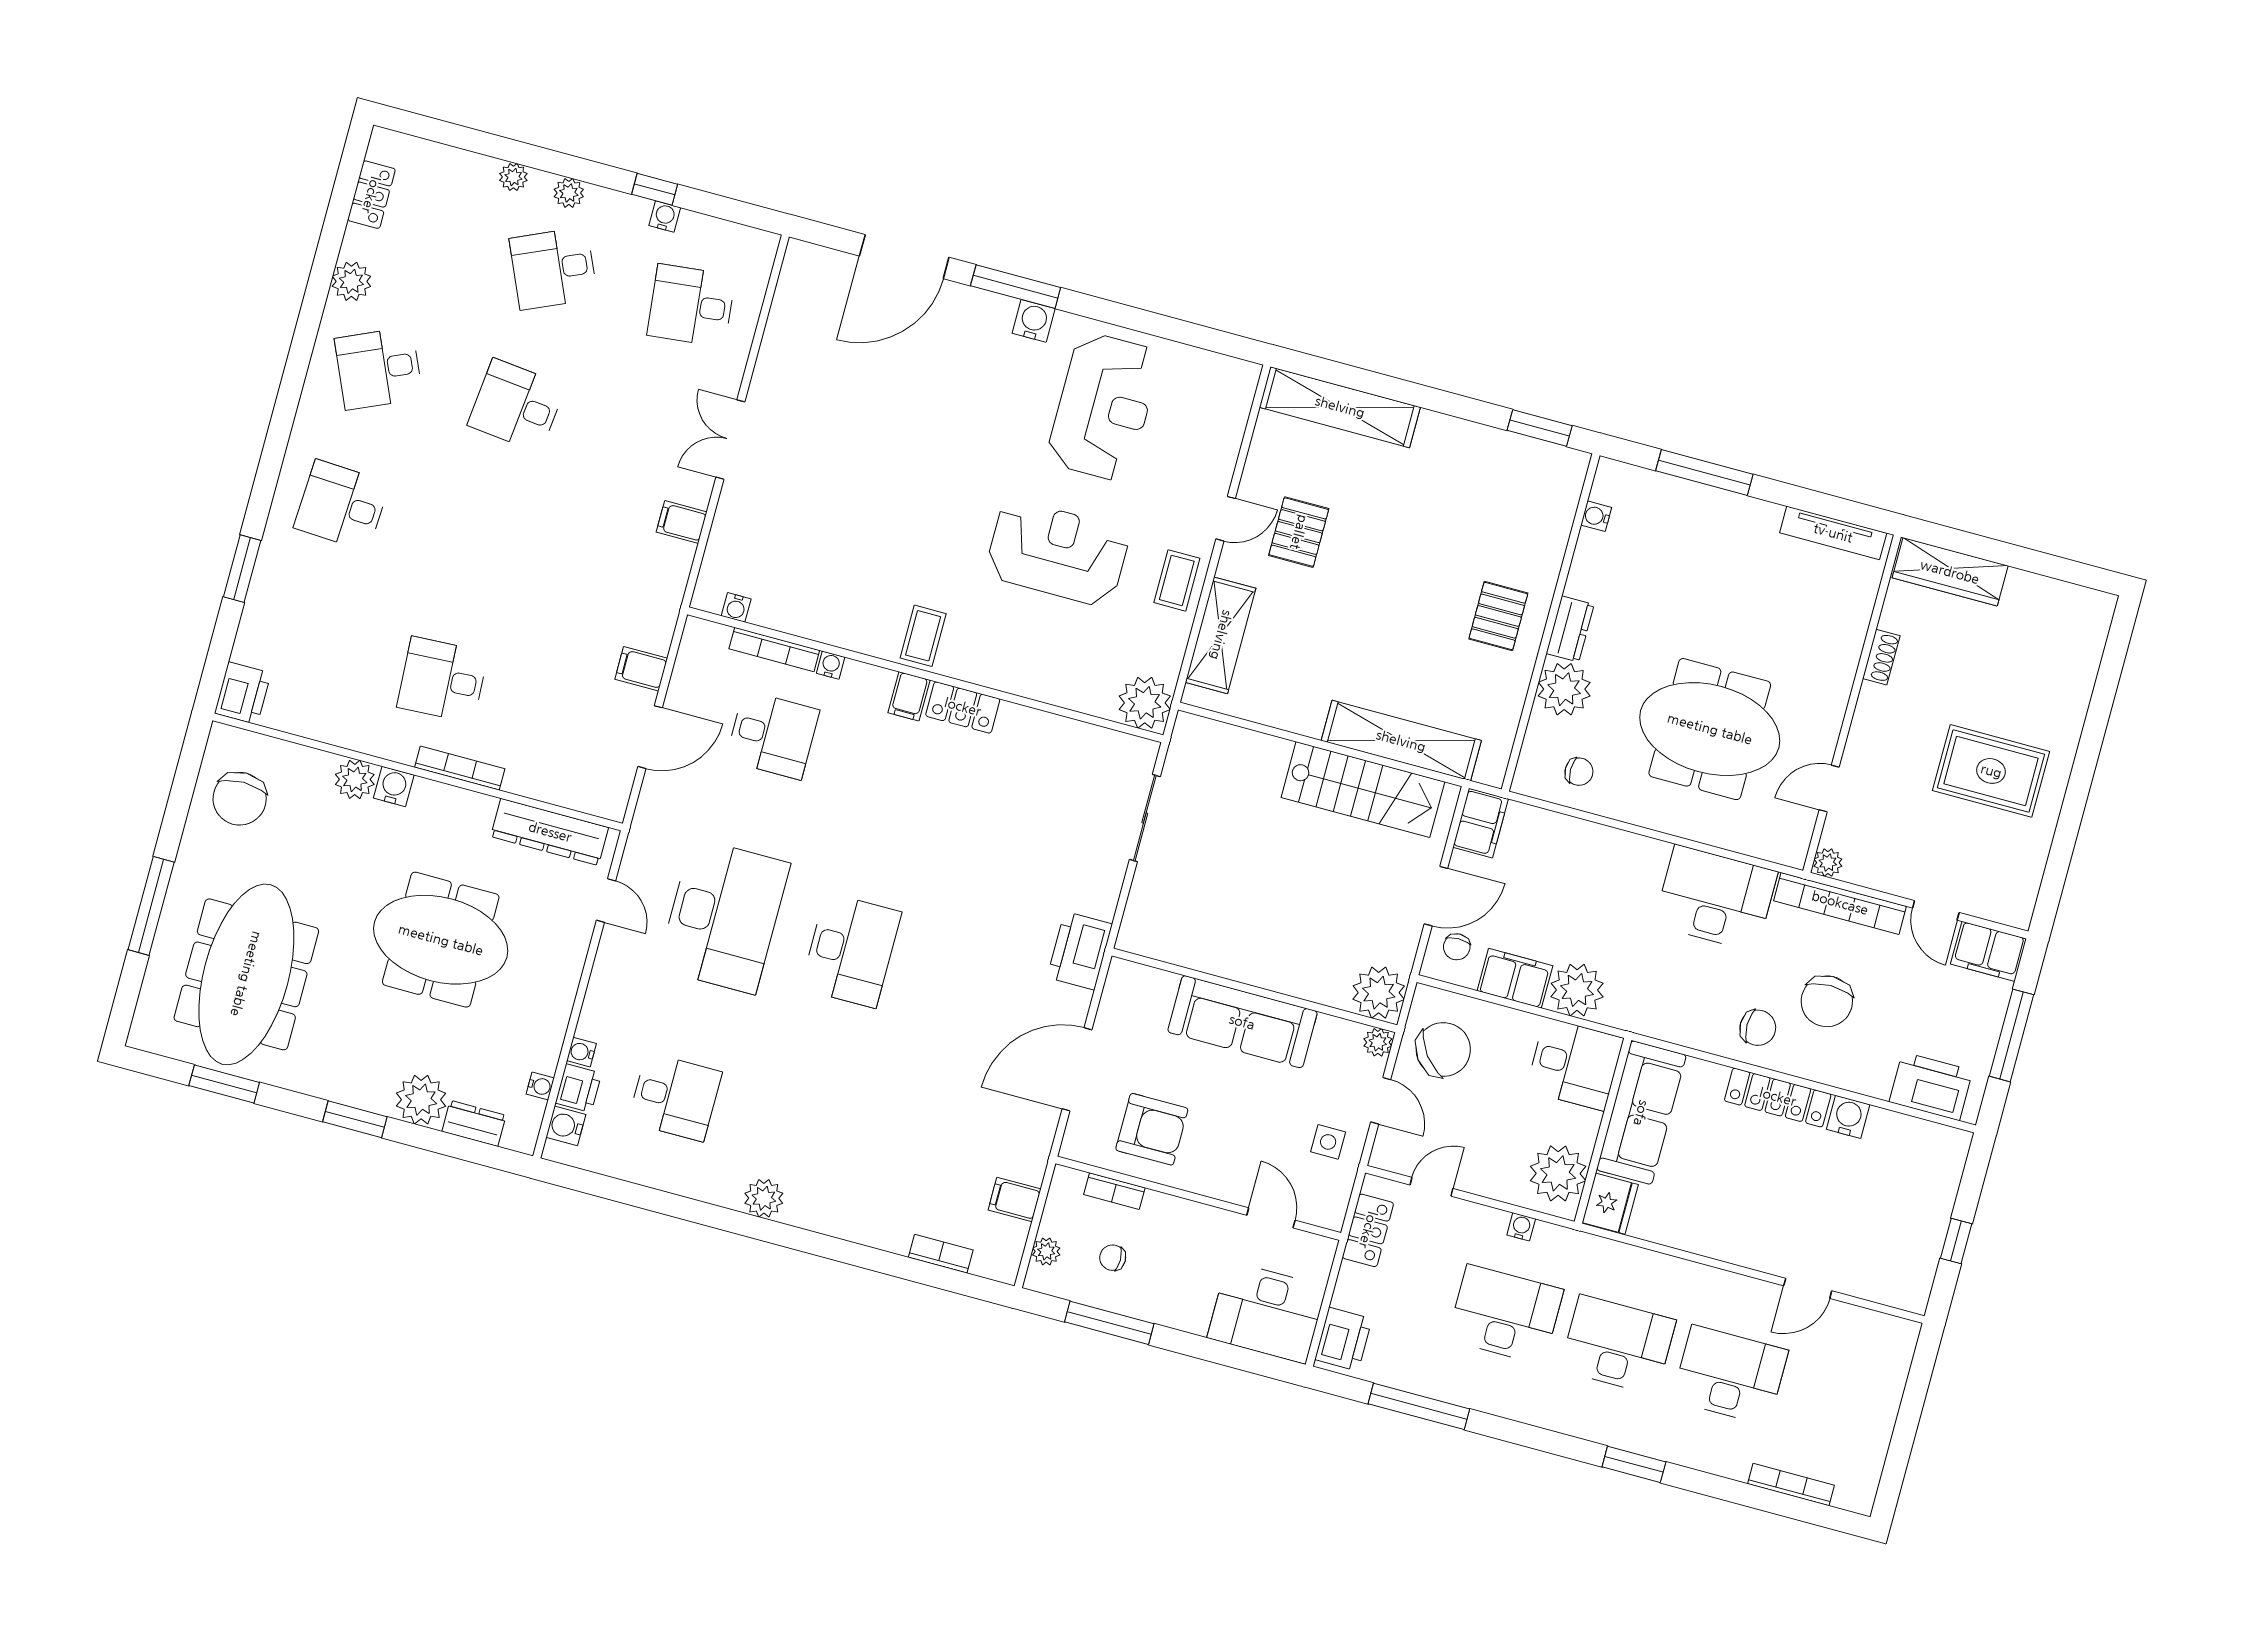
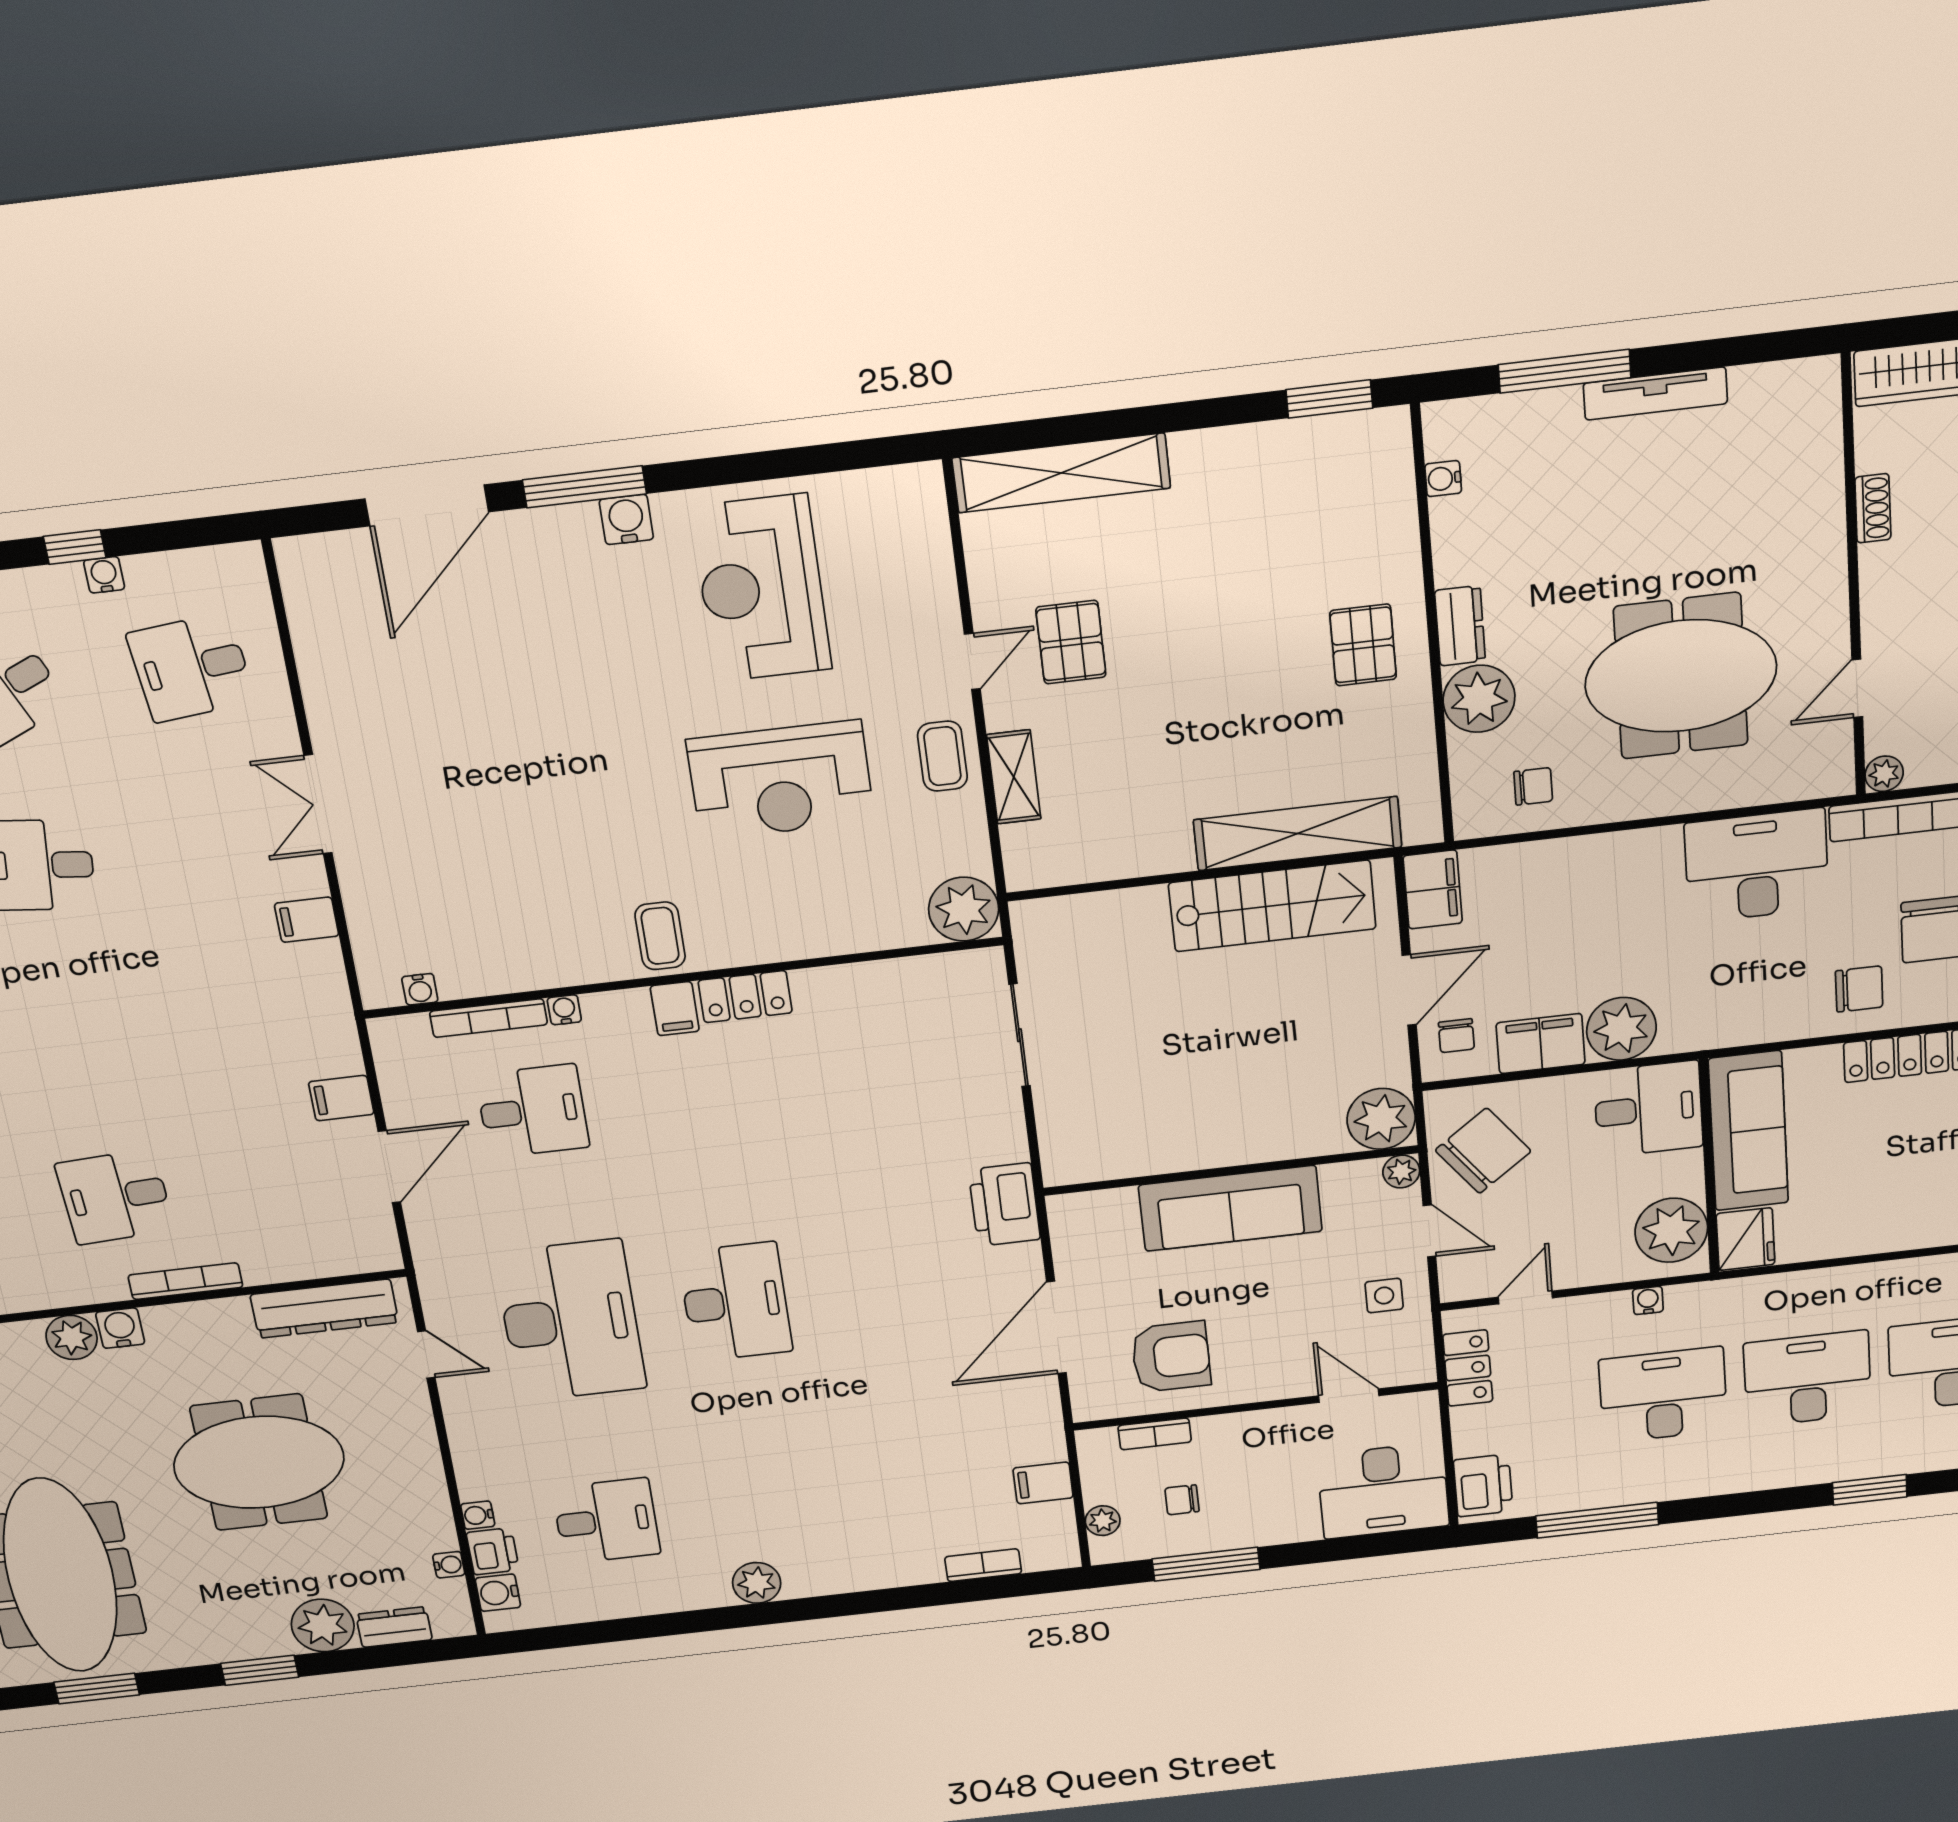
reception desk: (1104, 407) -> (761, 588), turned 180
tv unit: (1833, 533) -> (1655, 393), moved
reception desk: (1057, 553) -> (781, 780), turned 180
shelving: (1221, 635) -> (1014, 777), width x0.67, depth x0.75

